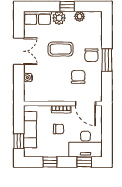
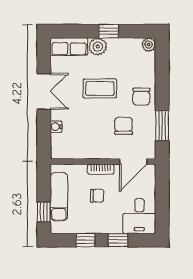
plant: (80, 16) -> (149, 45), moved
window: (107, 60) -> (162, 126), moved
door: (85, 104) -> (133, 162), hinge flipped
desk: (85, 144) -> (139, 216), width x0.73
window: (84, 162) -> (118, 240), moved

